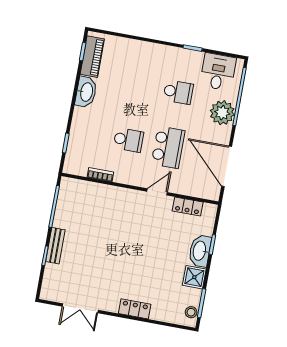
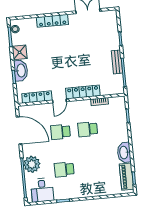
school desk: (168, 147) -> (61, 132), width x0.54
locker: (120, 195) -> (83, 92), added
locker: (188, 206) -> (37, 97), width x1.53
bench: (55, 246) -> (117, 62), moved
locker: (135, 309) -> (52, 21), width x1.53

